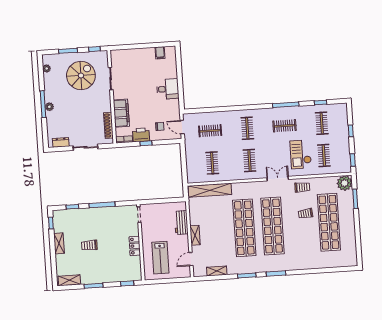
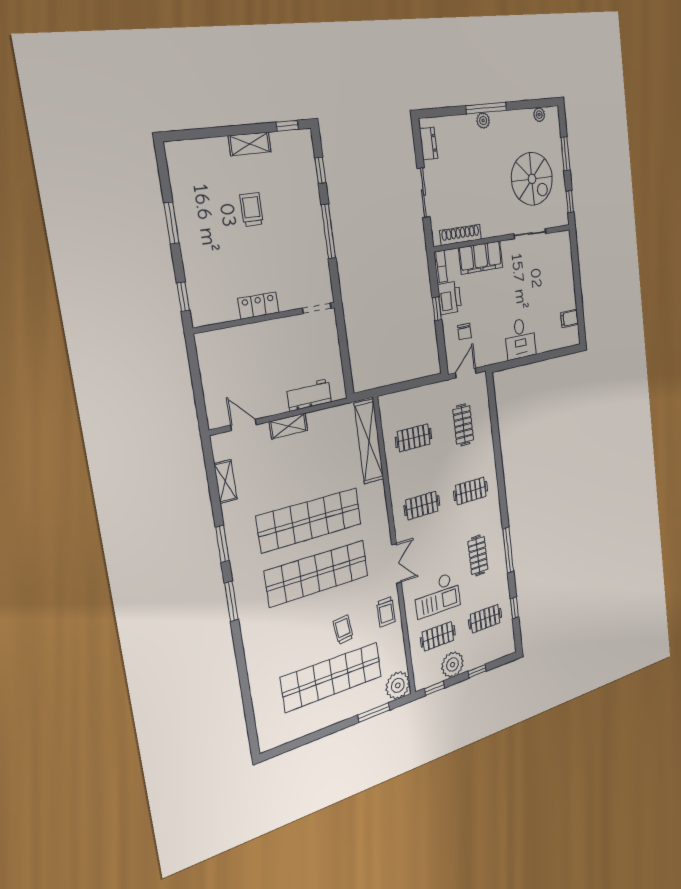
plant: (342, 147) -> (453, 665), added
checkout: (301, 154) -> (437, 595), turned 180
lab bench: (160, 258) -> (241, 361), removed
shelving: (69, 280) -> (177, 169), removed

